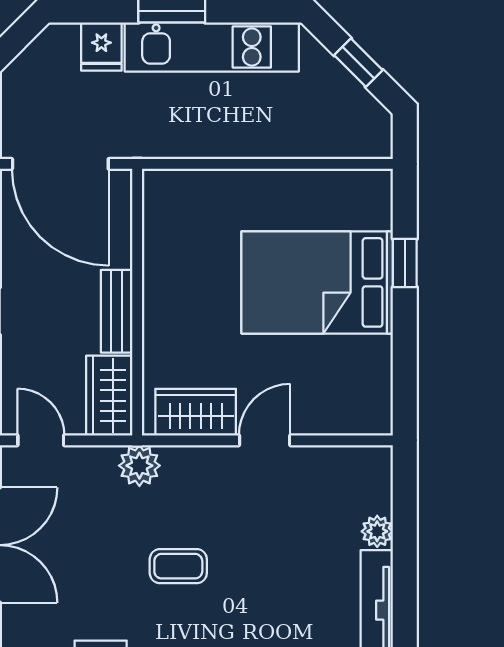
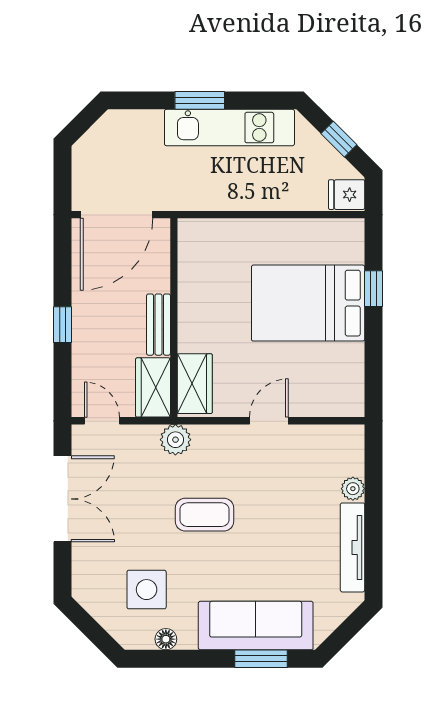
fridge: (101, 47) -> (347, 195), moved, turned 90
door: (60, 164) -> (117, 215), hinge flipped
wardrobe: (196, 412) -> (195, 384), moved, turned 90
coffee table: (178, 566) -> (205, 515), width x1.36, depth x1.30

